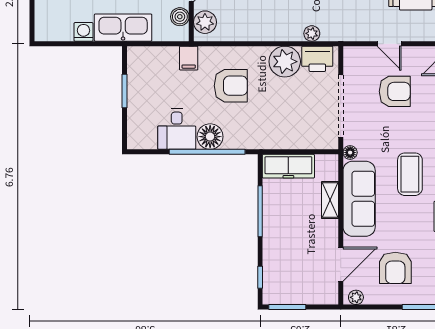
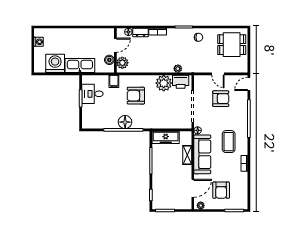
washing machine: (83, 32) -> (55, 63), width x1.89, depth x1.89
armchair: (231, 86) -> (136, 96), turned 180
desk: (177, 129) -> (92, 94), moved, turned 90

